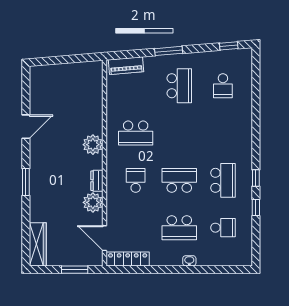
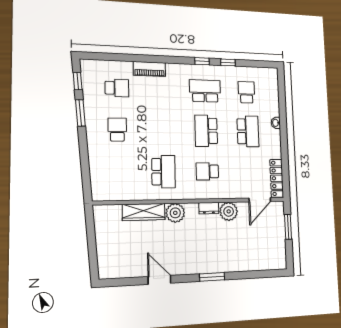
window: (169, 51) -> (80, 113), moved
piano: (126, 66) -> (149, 69), moved, turned 95
school desk: (179, 86) -> (117, 130), width x0.54
wardrobe: (38, 244) -> (144, 212), moved, turned 180

